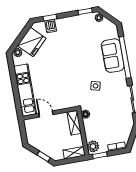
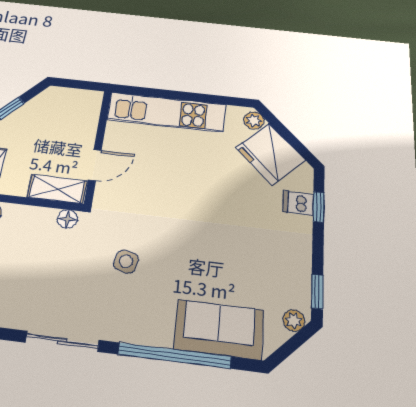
sofa: (113, 56) -> (219, 329), moved
door: (46, 114) -> (95, 165), moved

